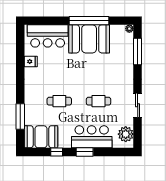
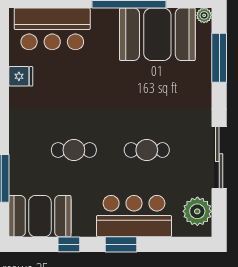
booth: (89, 39) -> (157, 34), moved
sliding door: (138, 105) -> (219, 158), width x1.37

